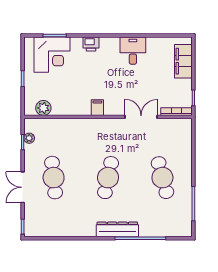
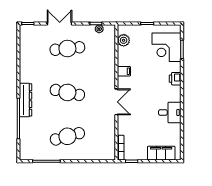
filing cabinet: (97, 108) -> (124, 71), moved
double door: (141, 117) -> (116, 102), moved

